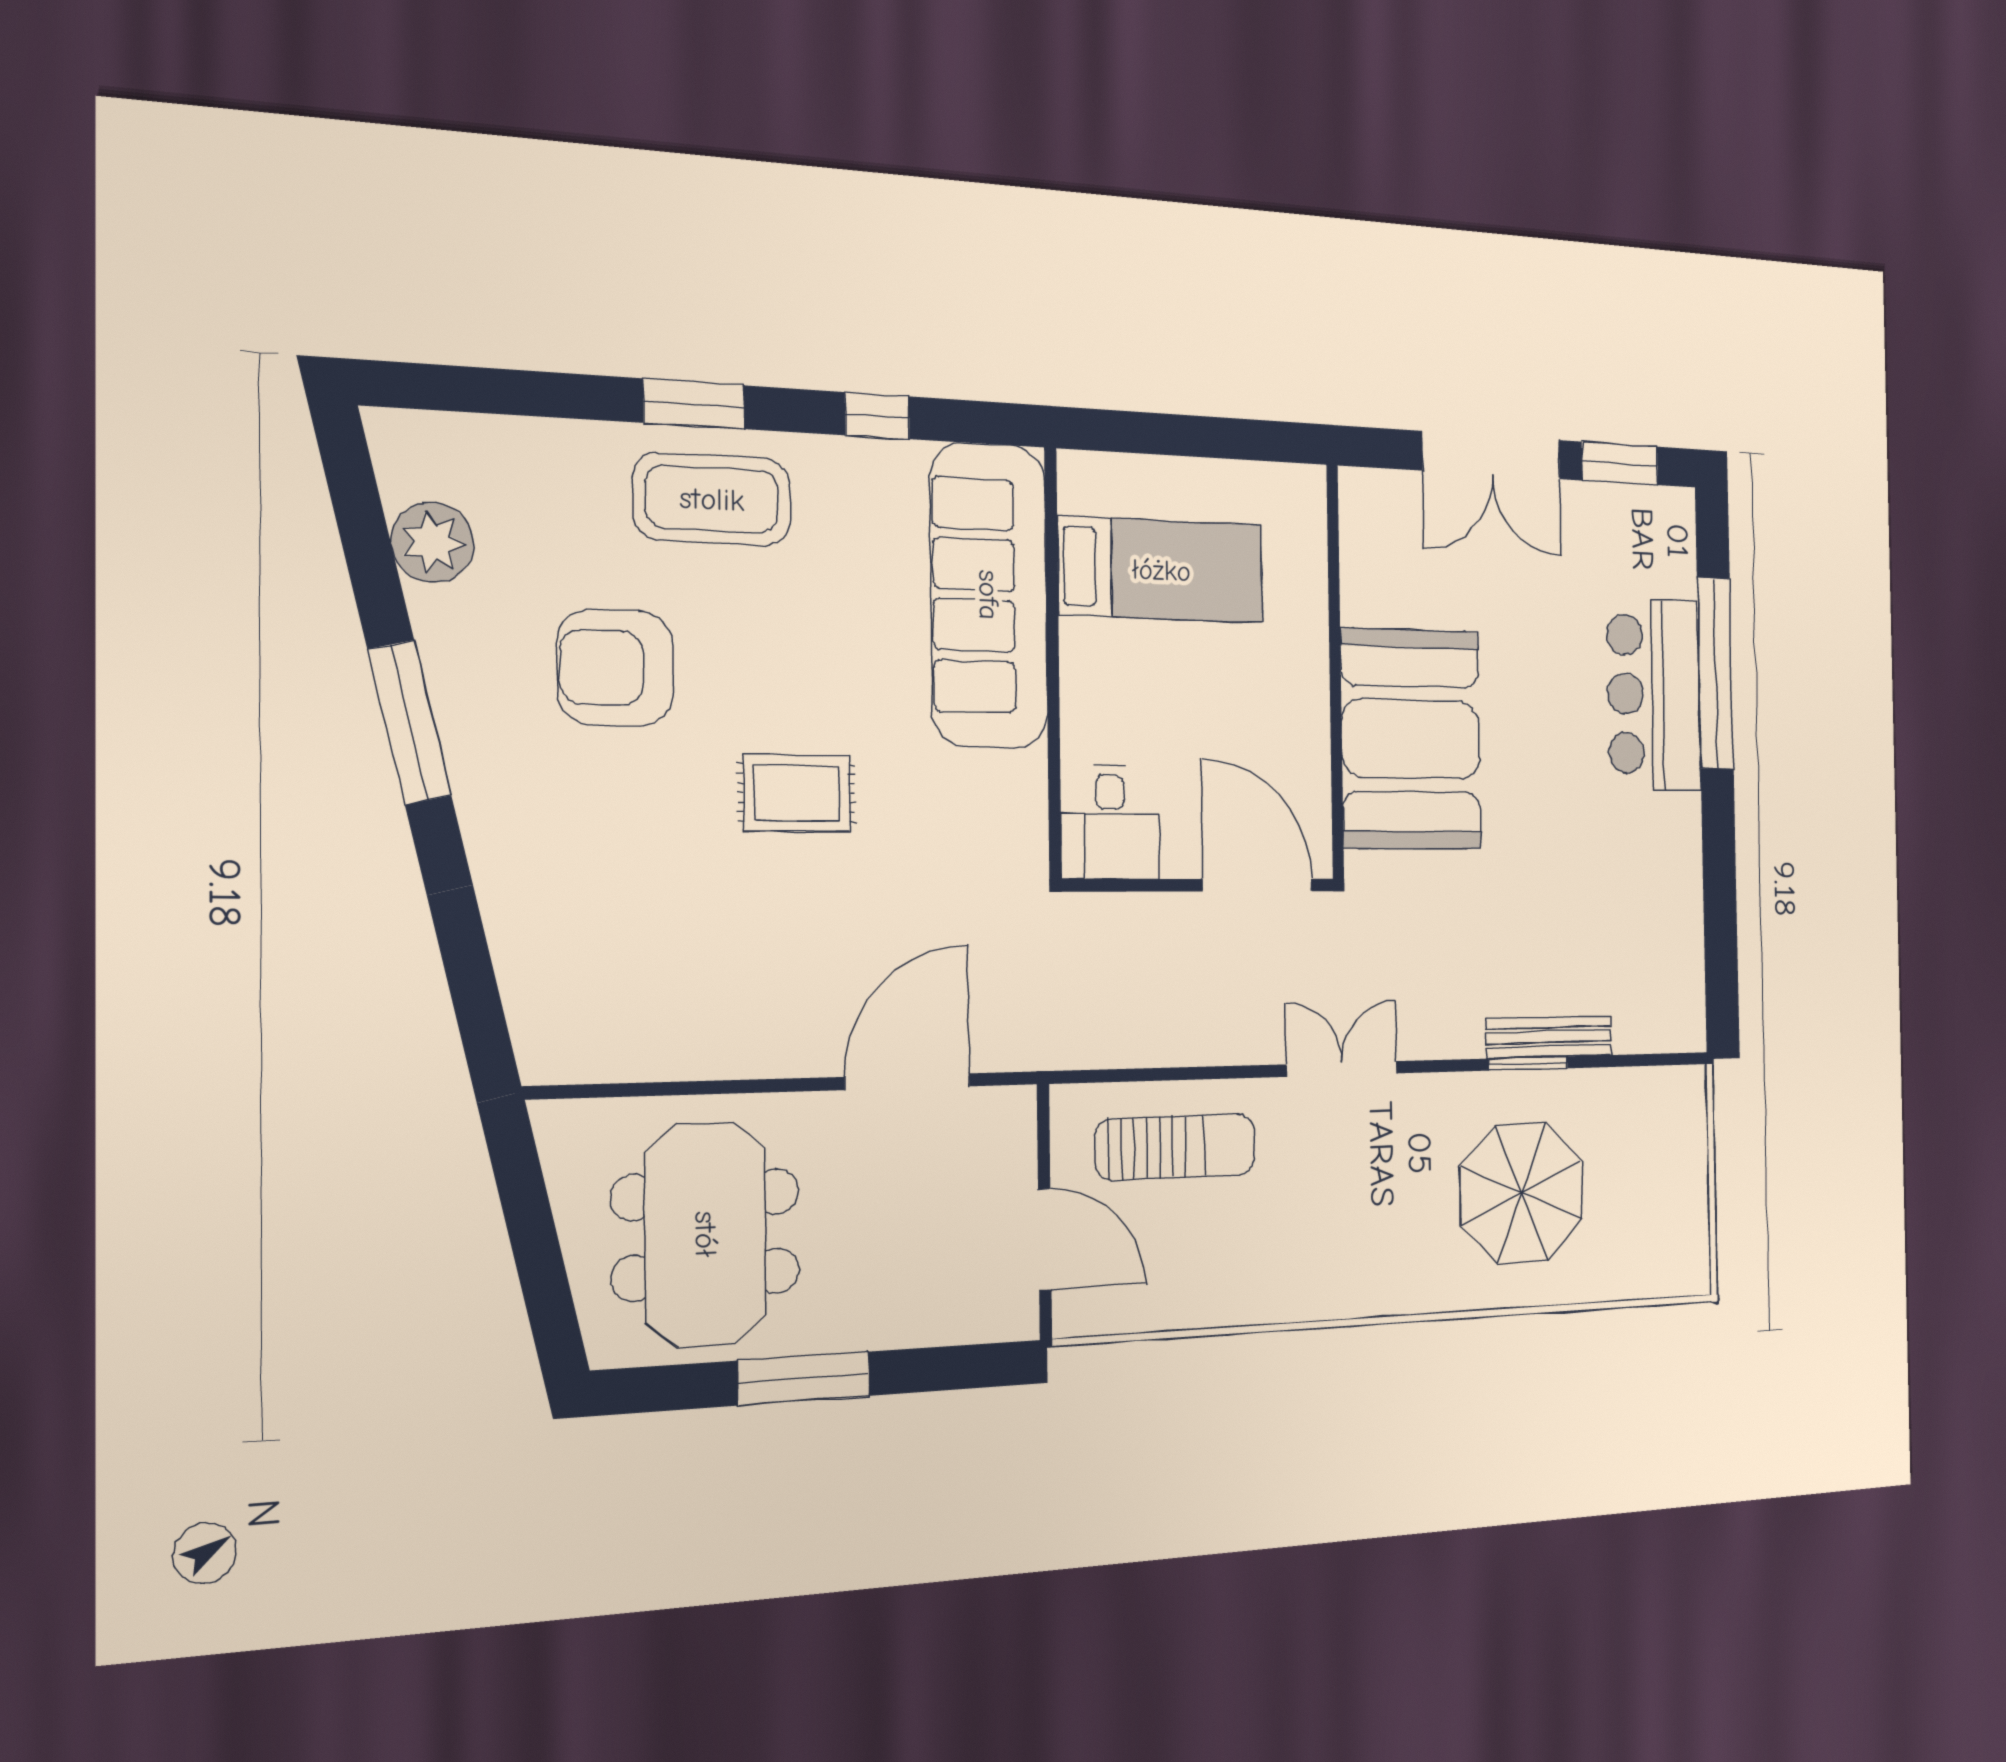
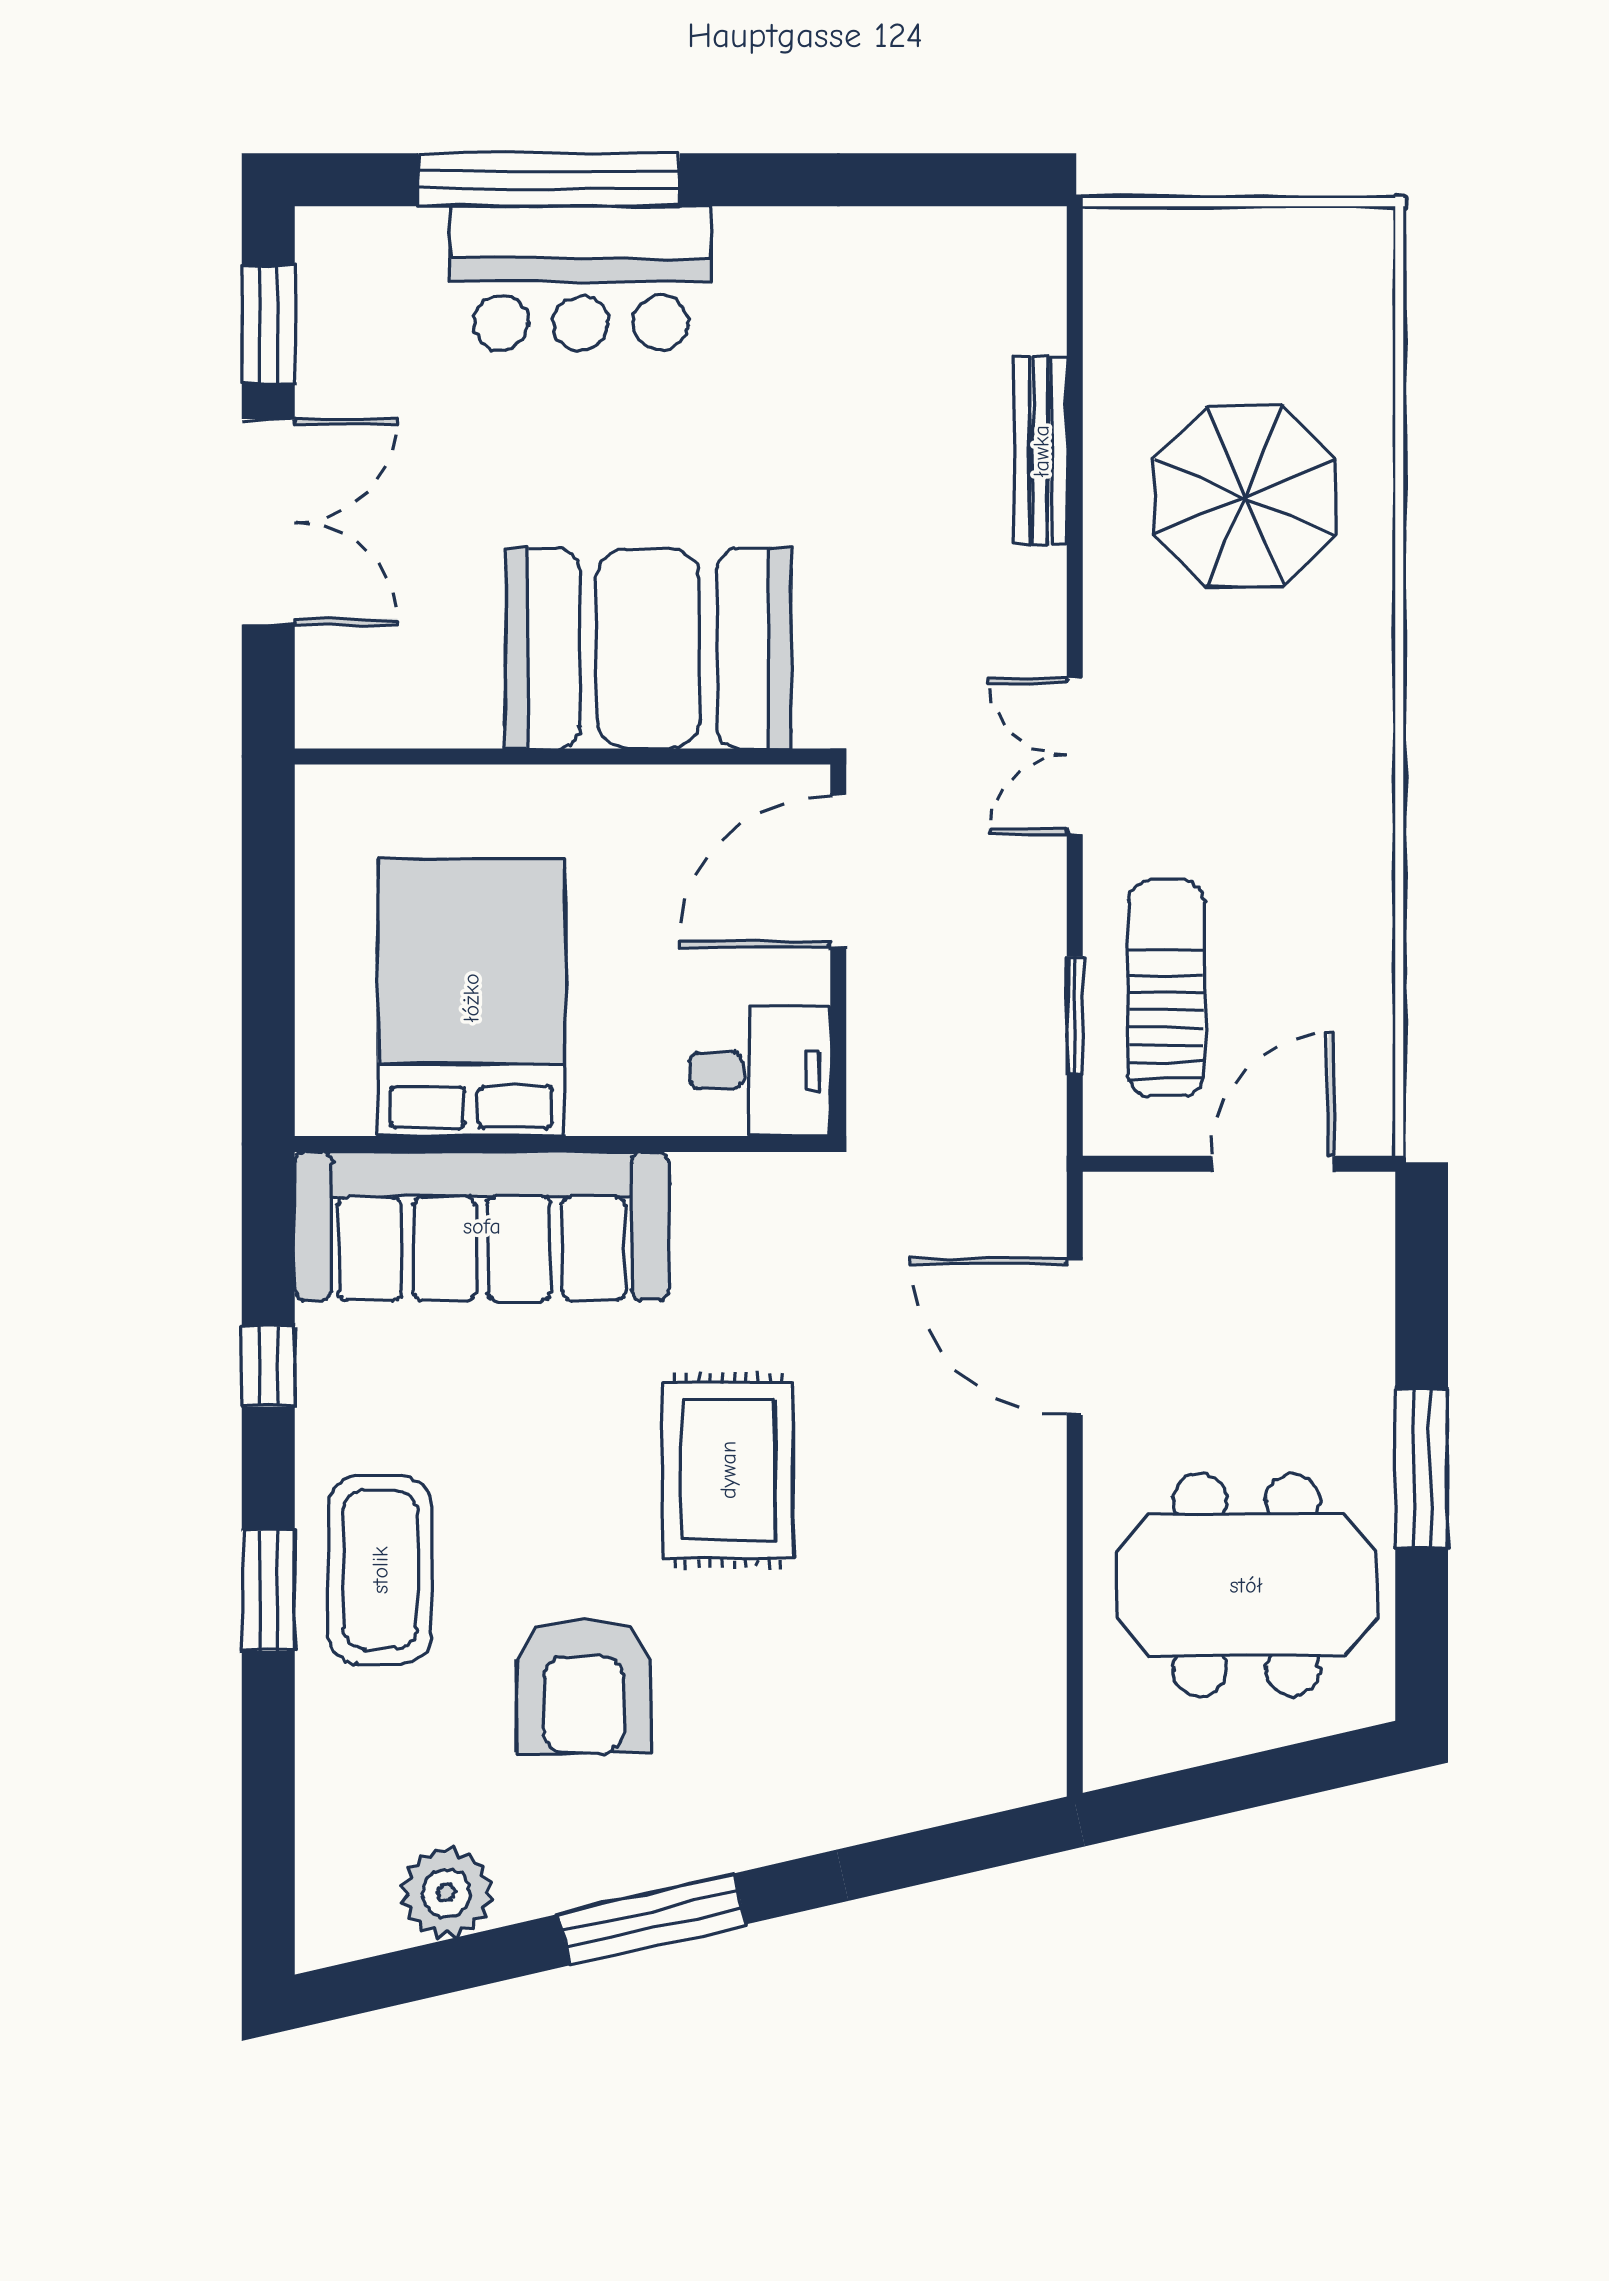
bed: (1161, 570) -> (471, 998), width x1.50
rug: (797, 793) -> (728, 1470), width x1.36, depth x1.43
window: (1528, 1063) -> (1075, 1016), moved

